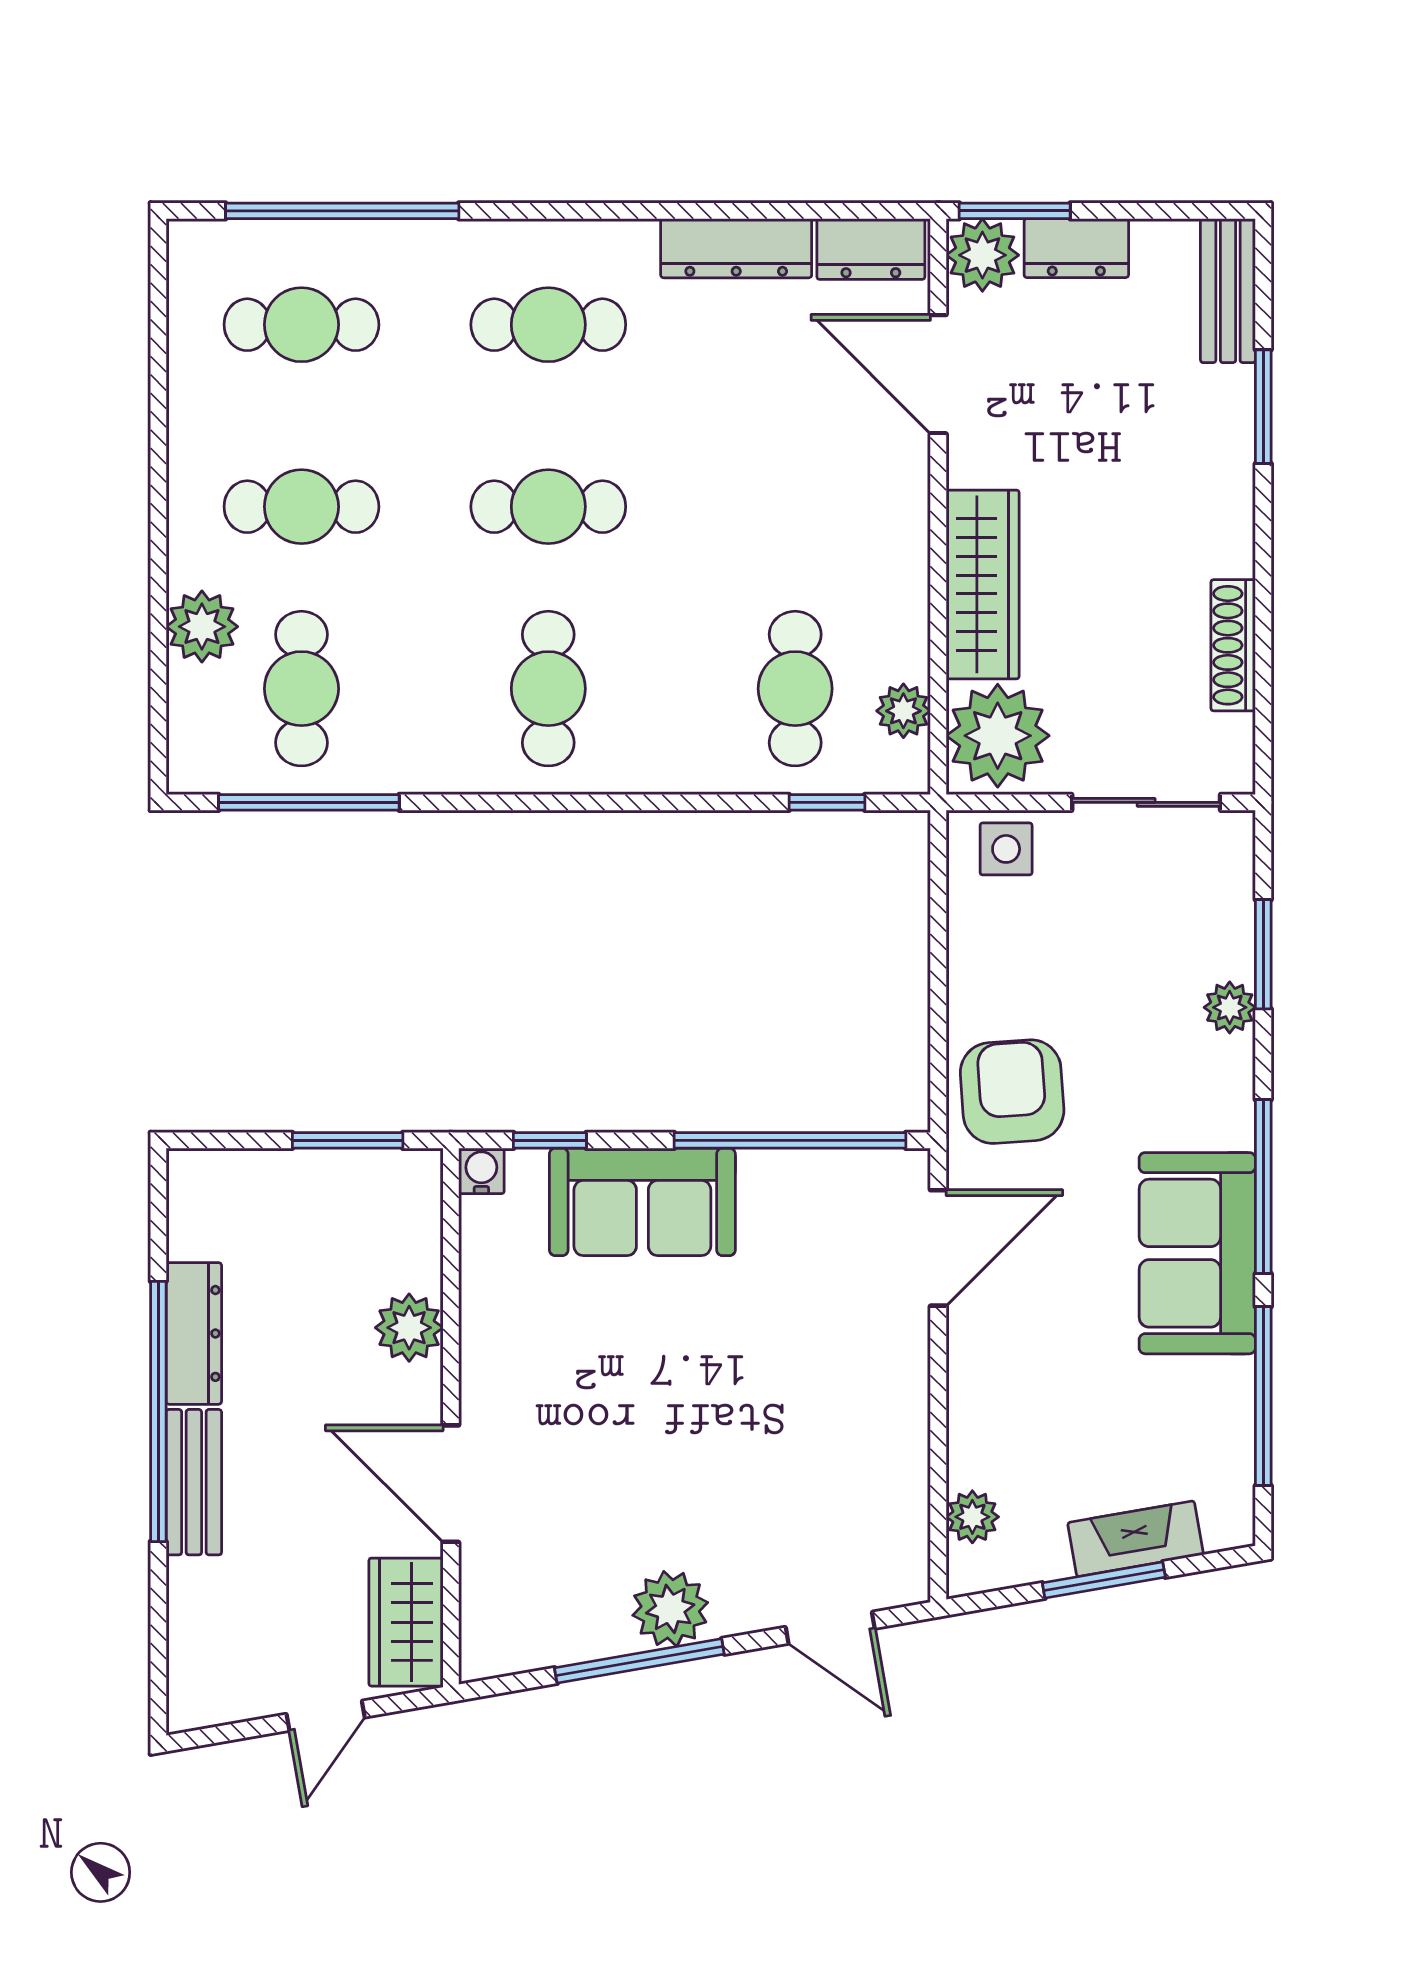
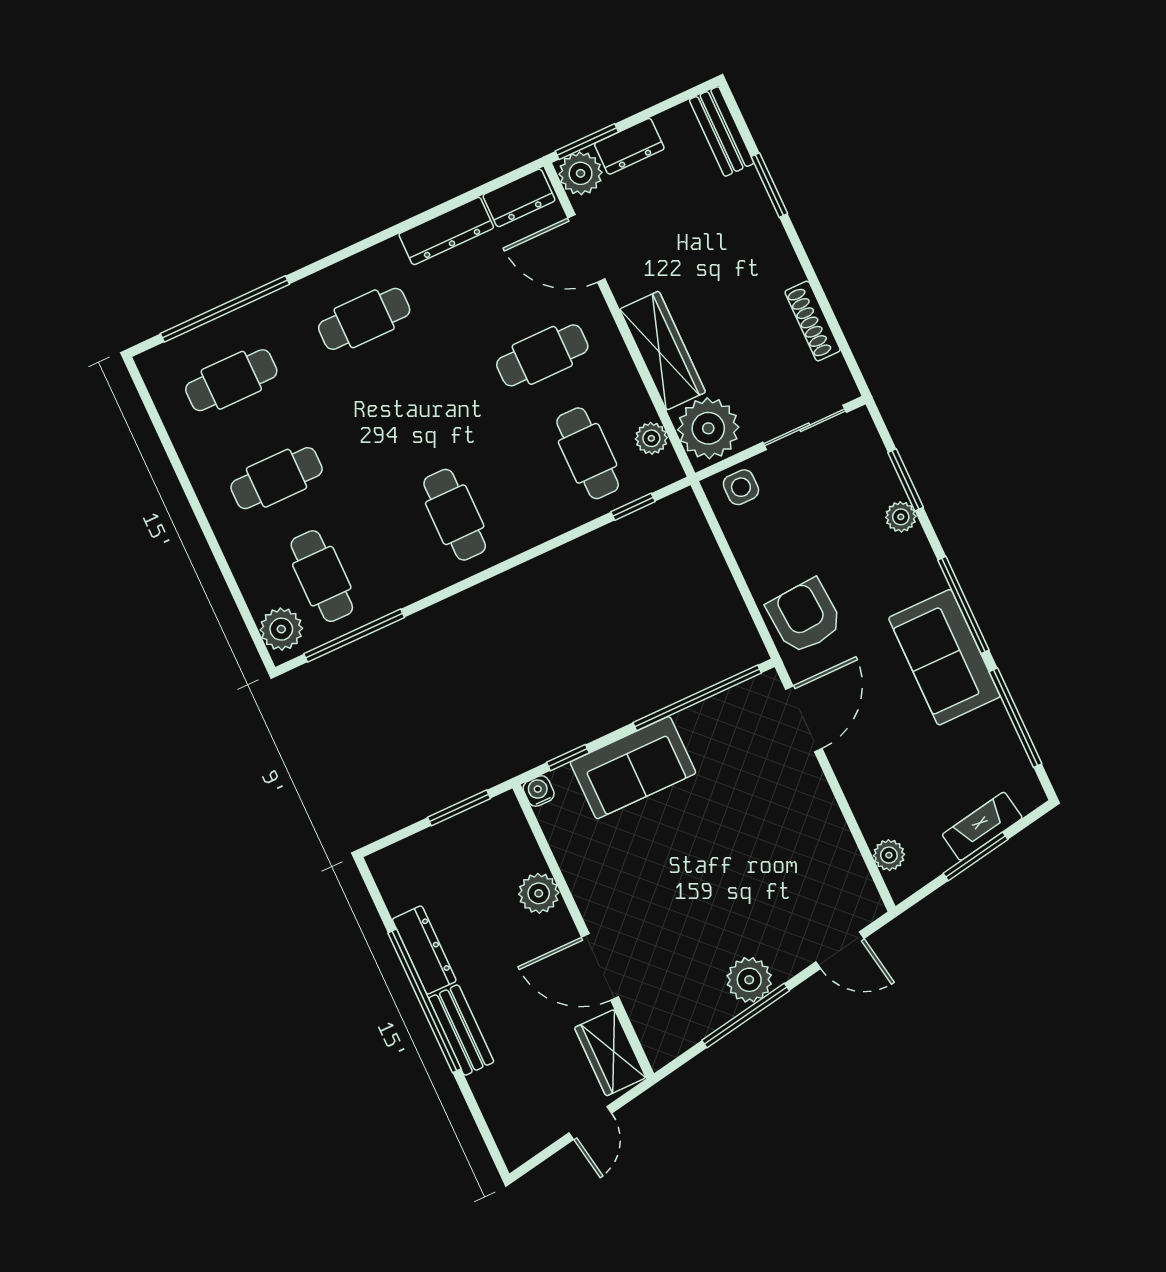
cafe table: (548, 507) -> (542, 355), moved
plant: (202, 627) -> (281, 629), moved

